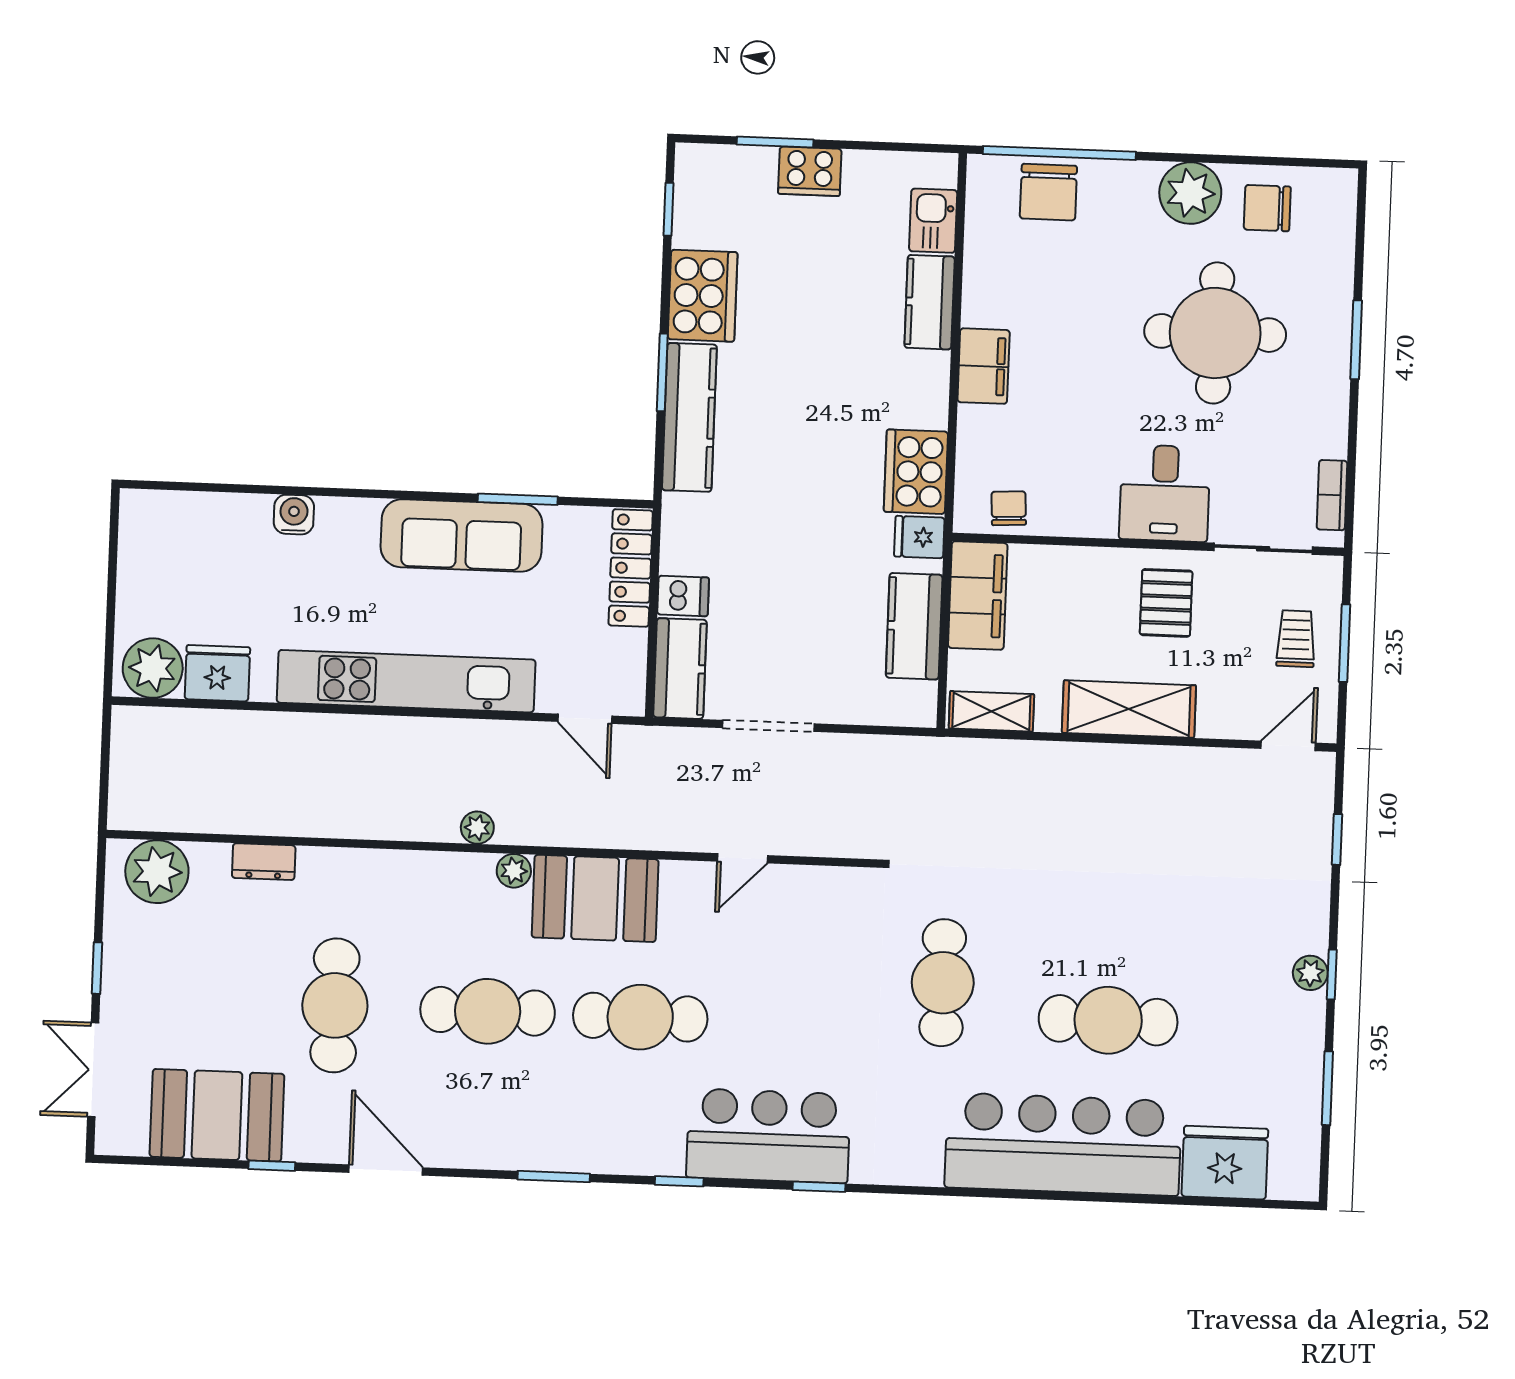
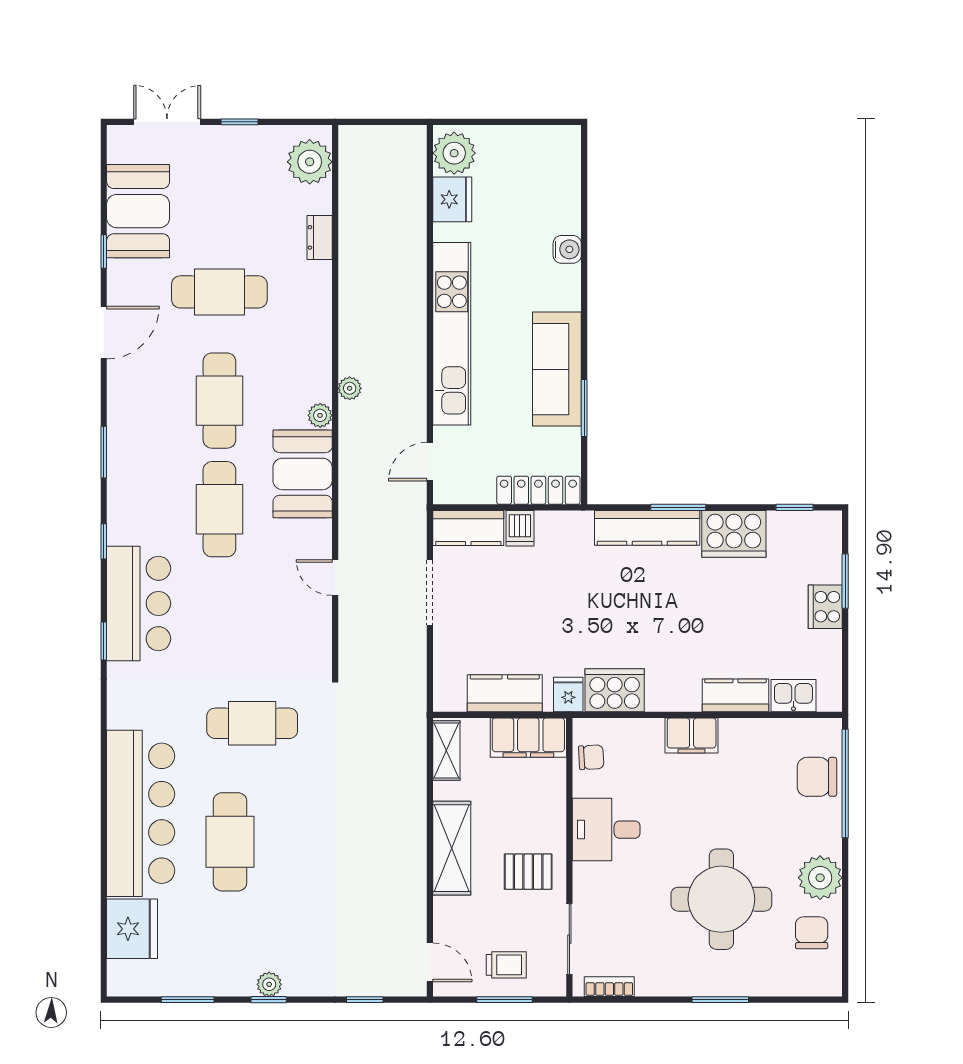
desk: (1165, 493) -> (606, 830), moved

